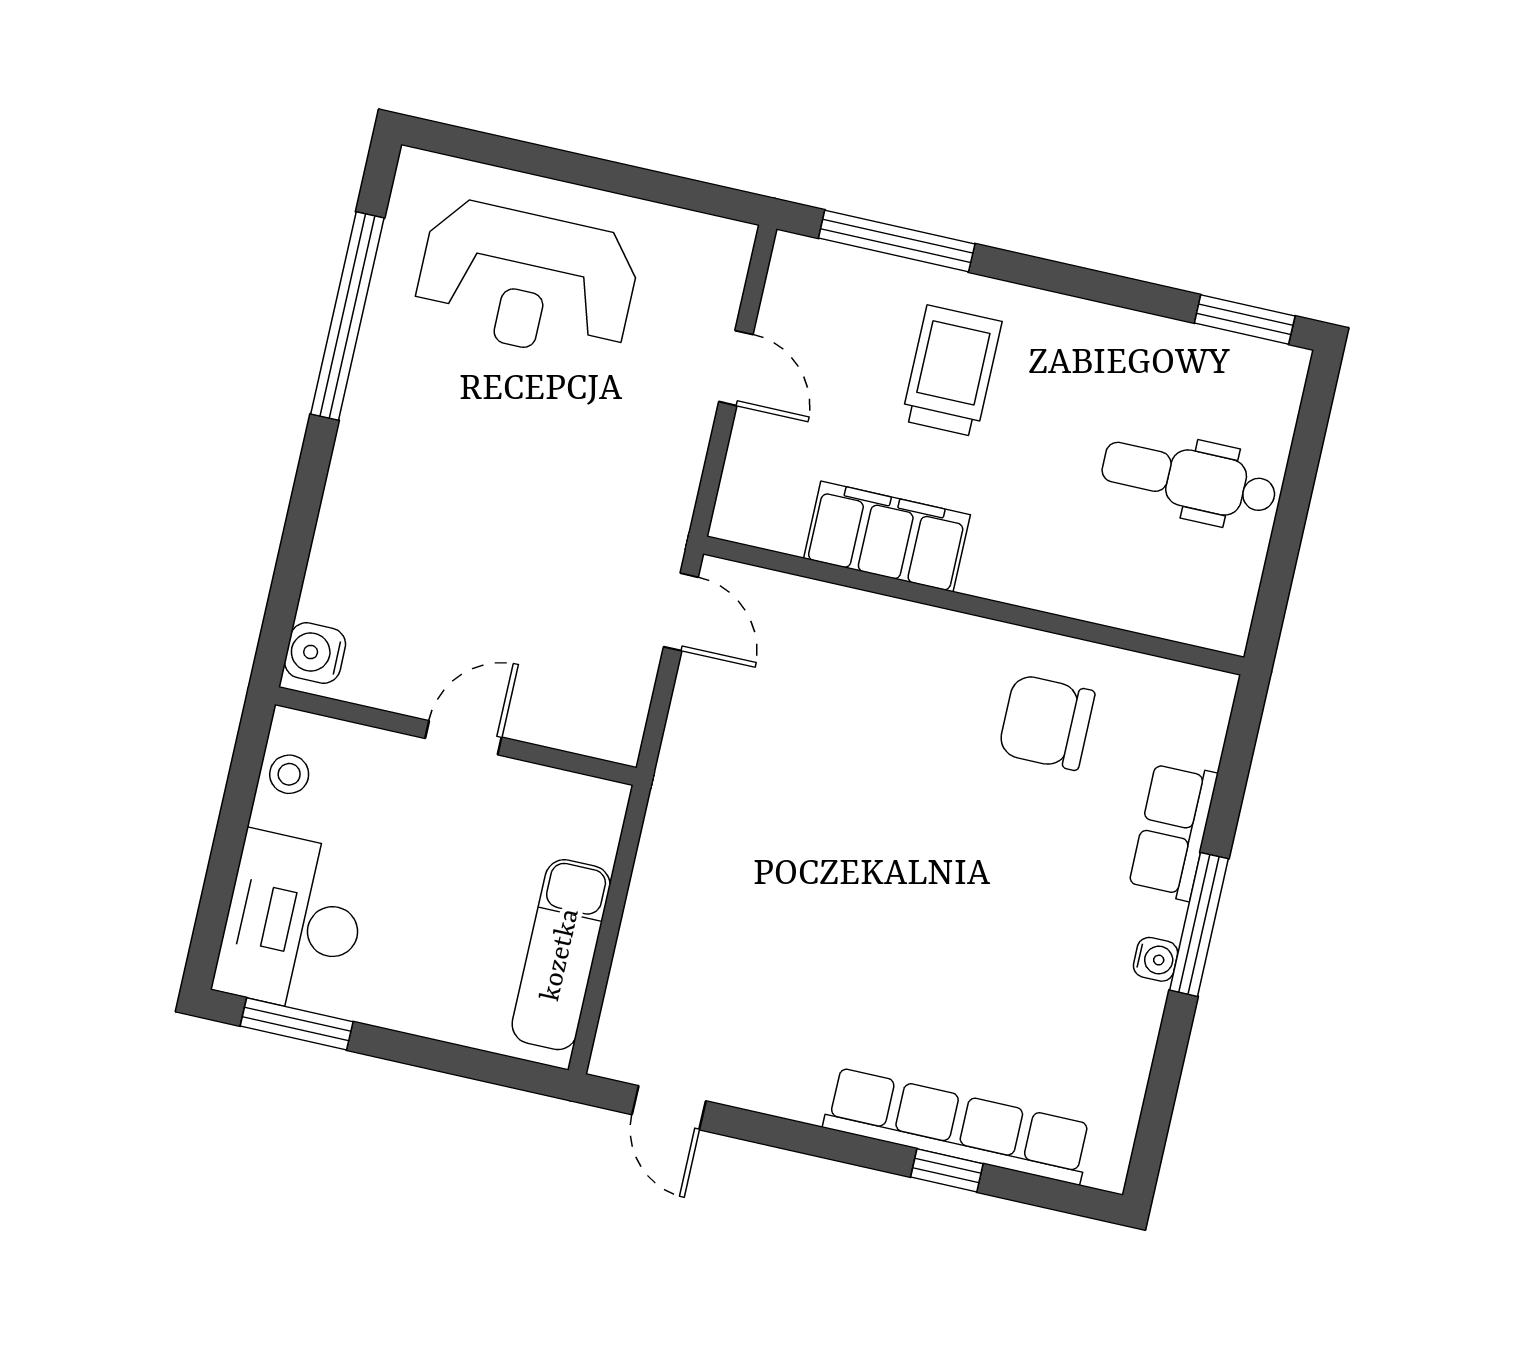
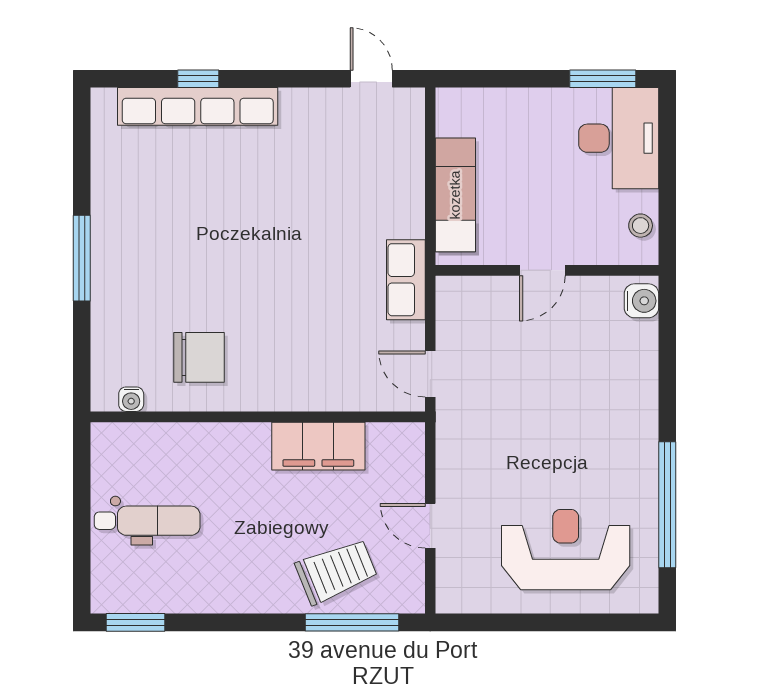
trolley: (952, 371) -> (336, 571), moved, turned -112
row of seats: (1173, 831) -> (406, 280), moved, turned 180
exam couch: (561, 955) -> (455, 195), moved
water cooler: (1156, 959) -> (131, 399), moved, turned -90

